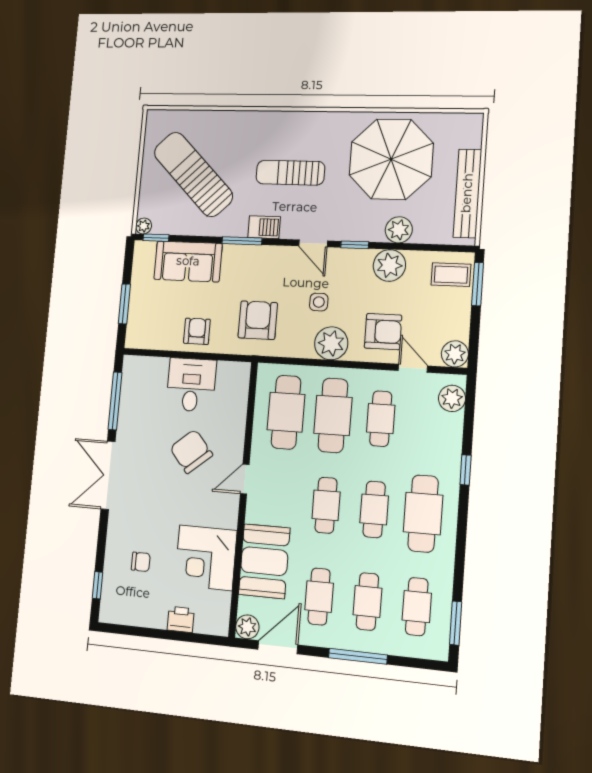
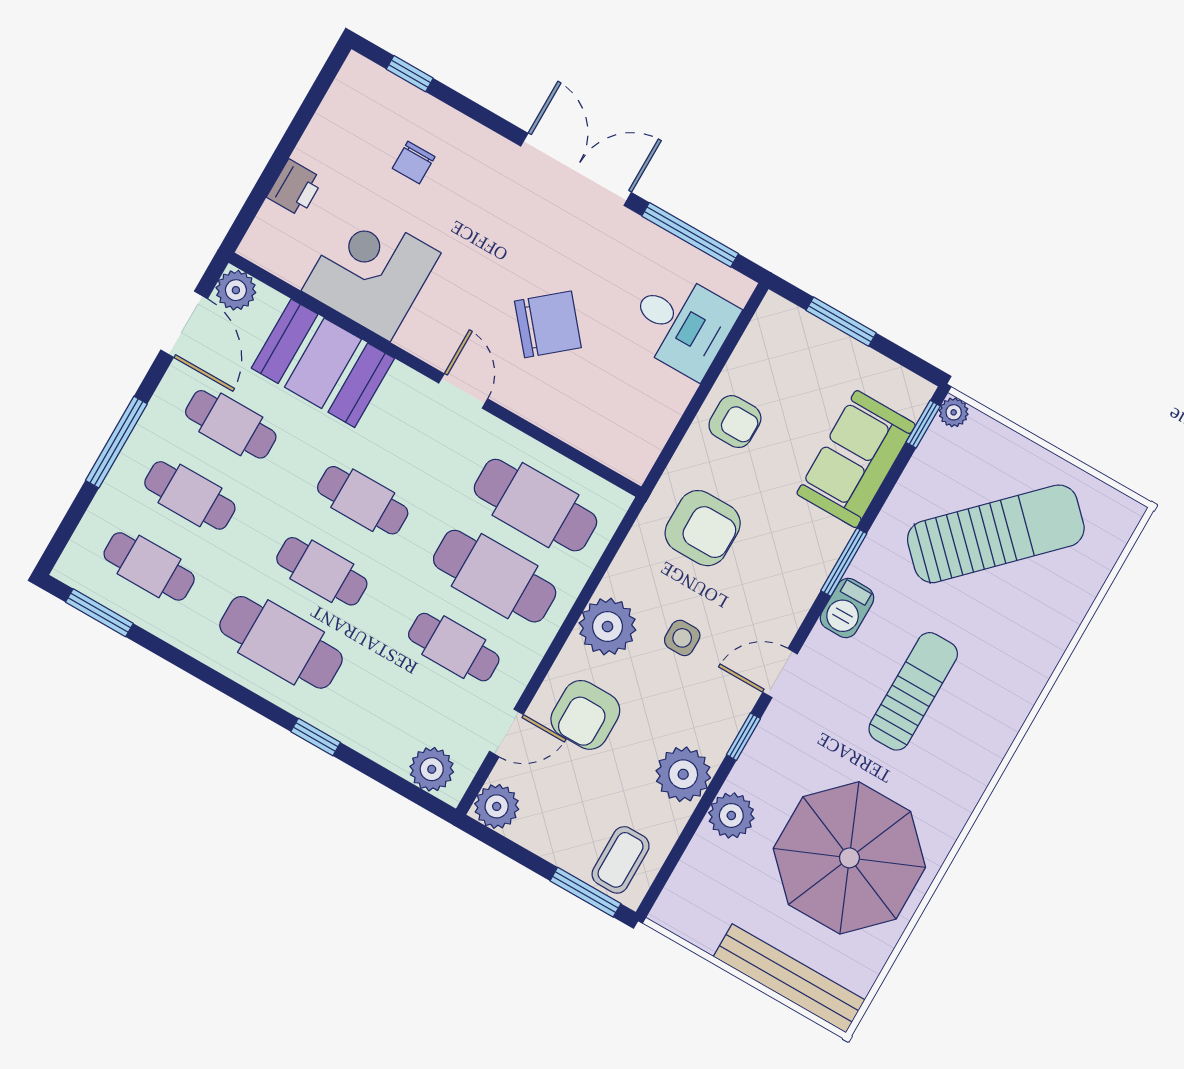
bench: (467, 193) -> (789, 978), moved
desk: (191, 385) -> (682, 324), moved

